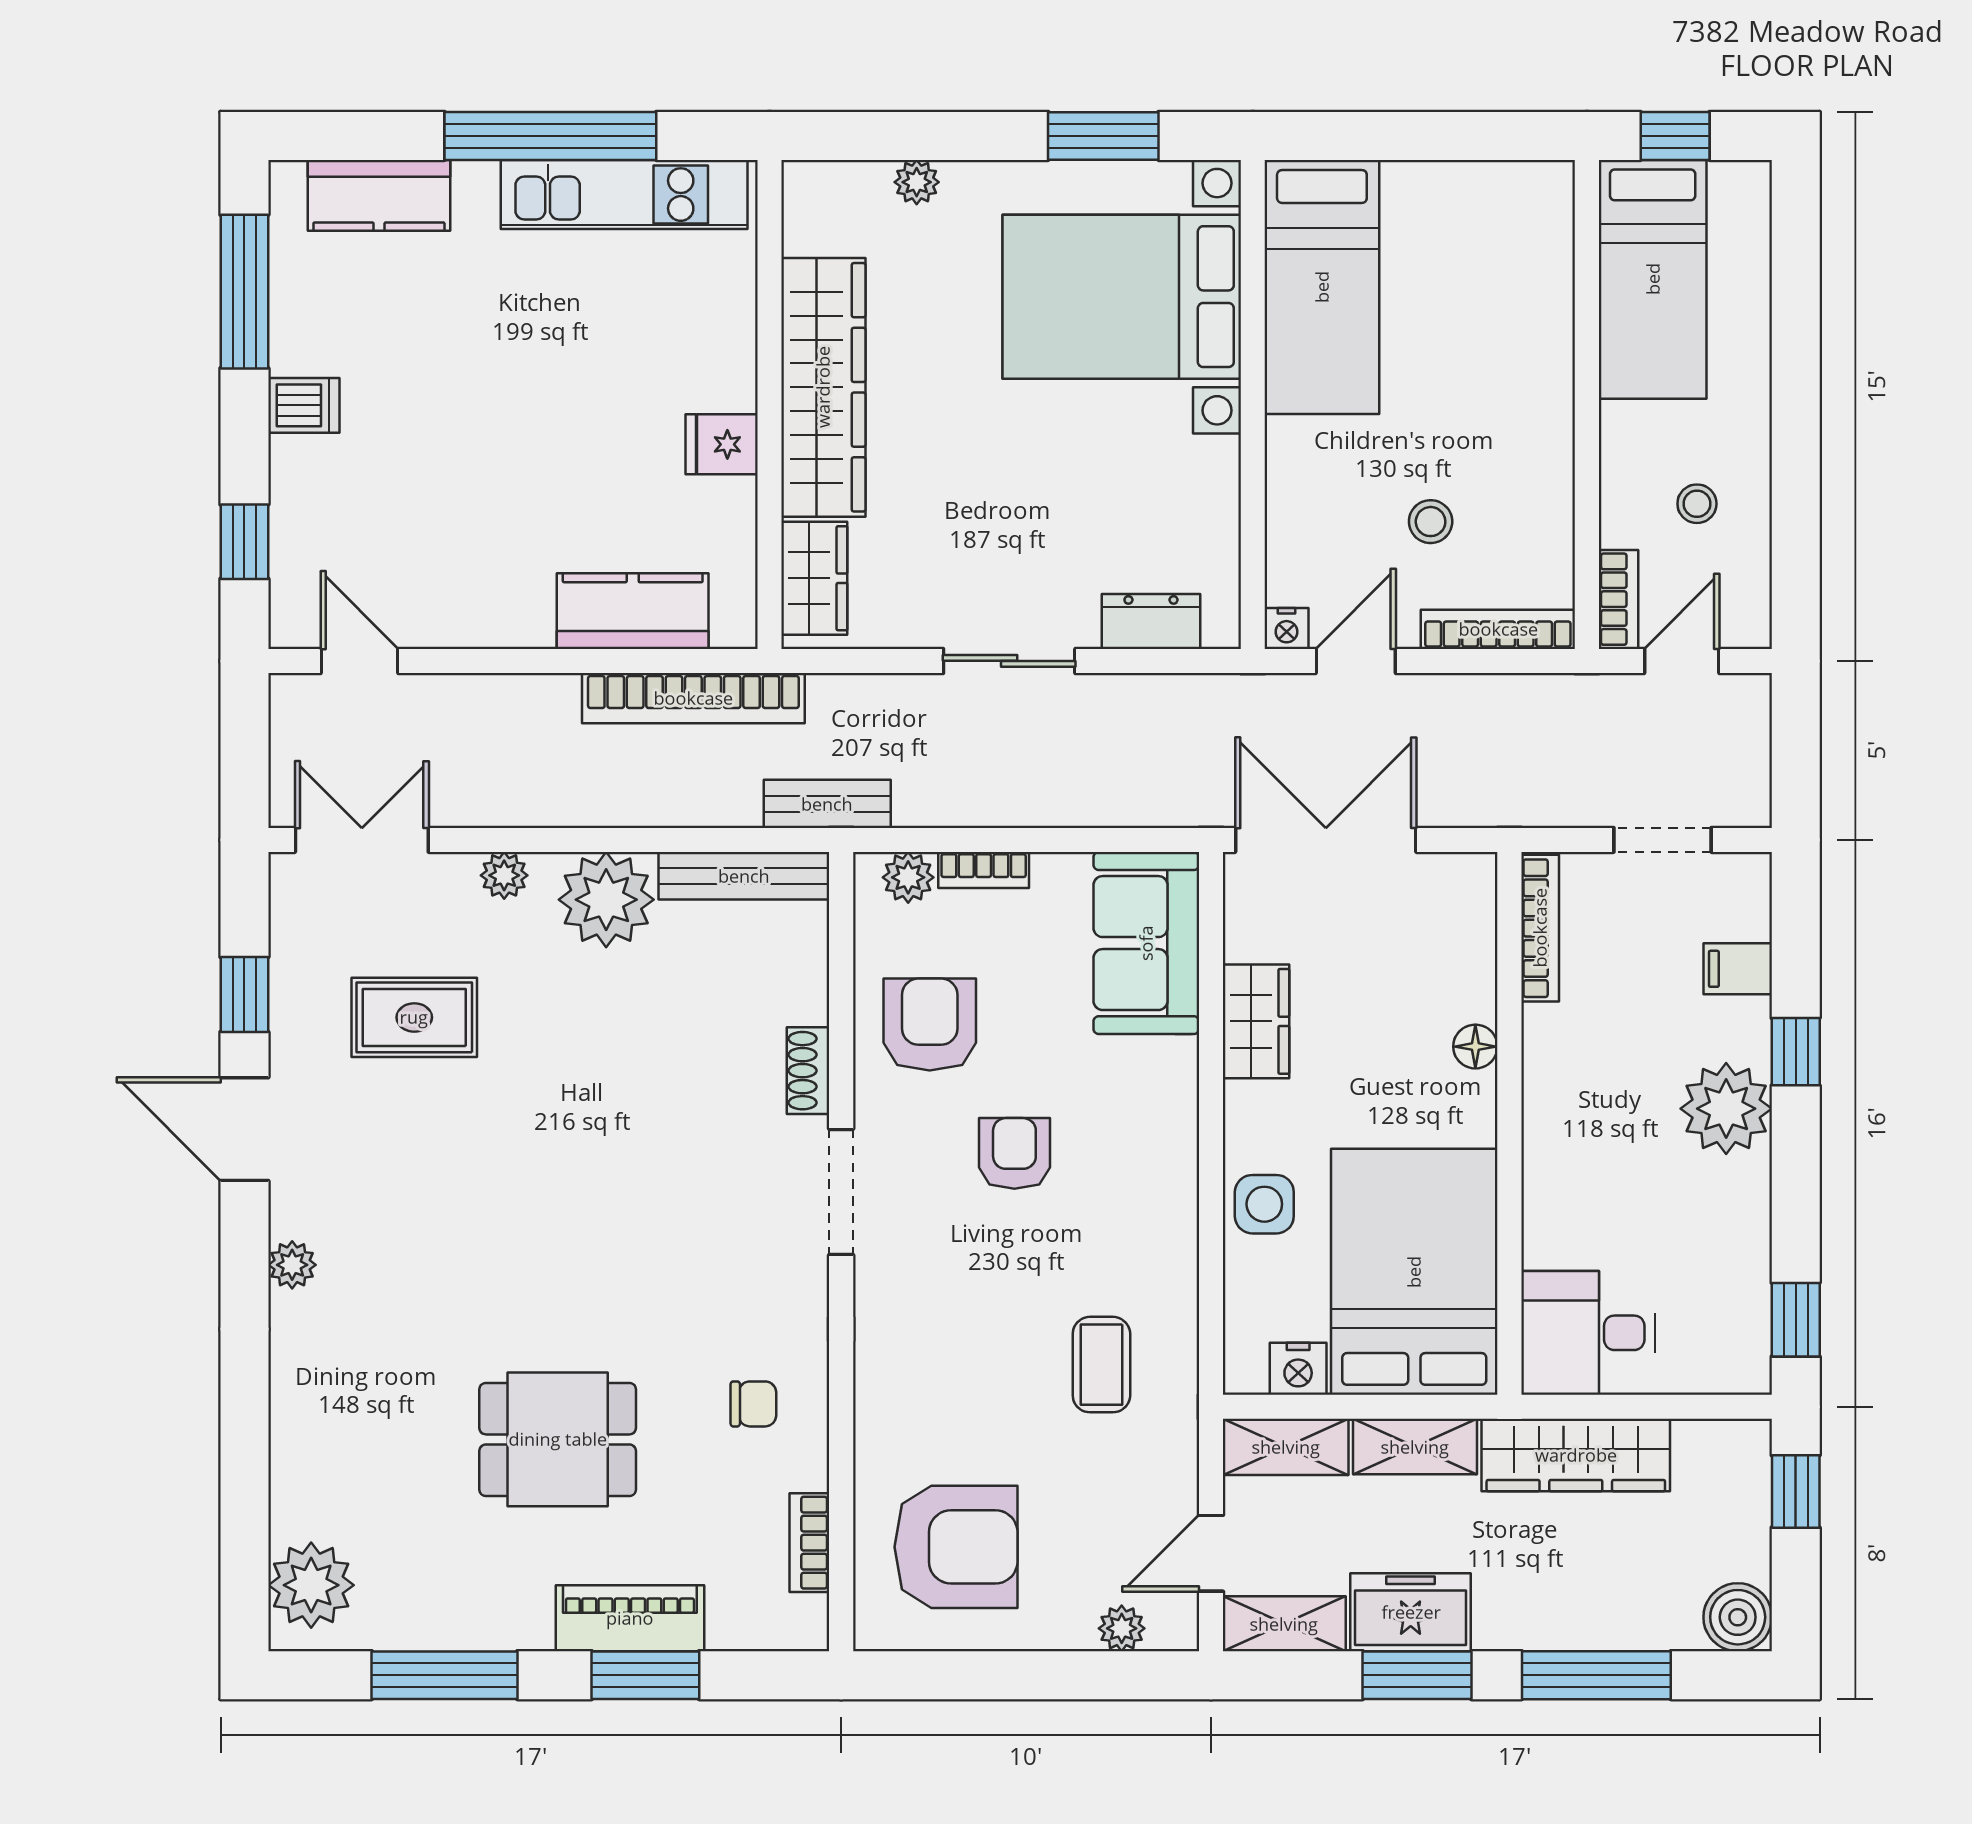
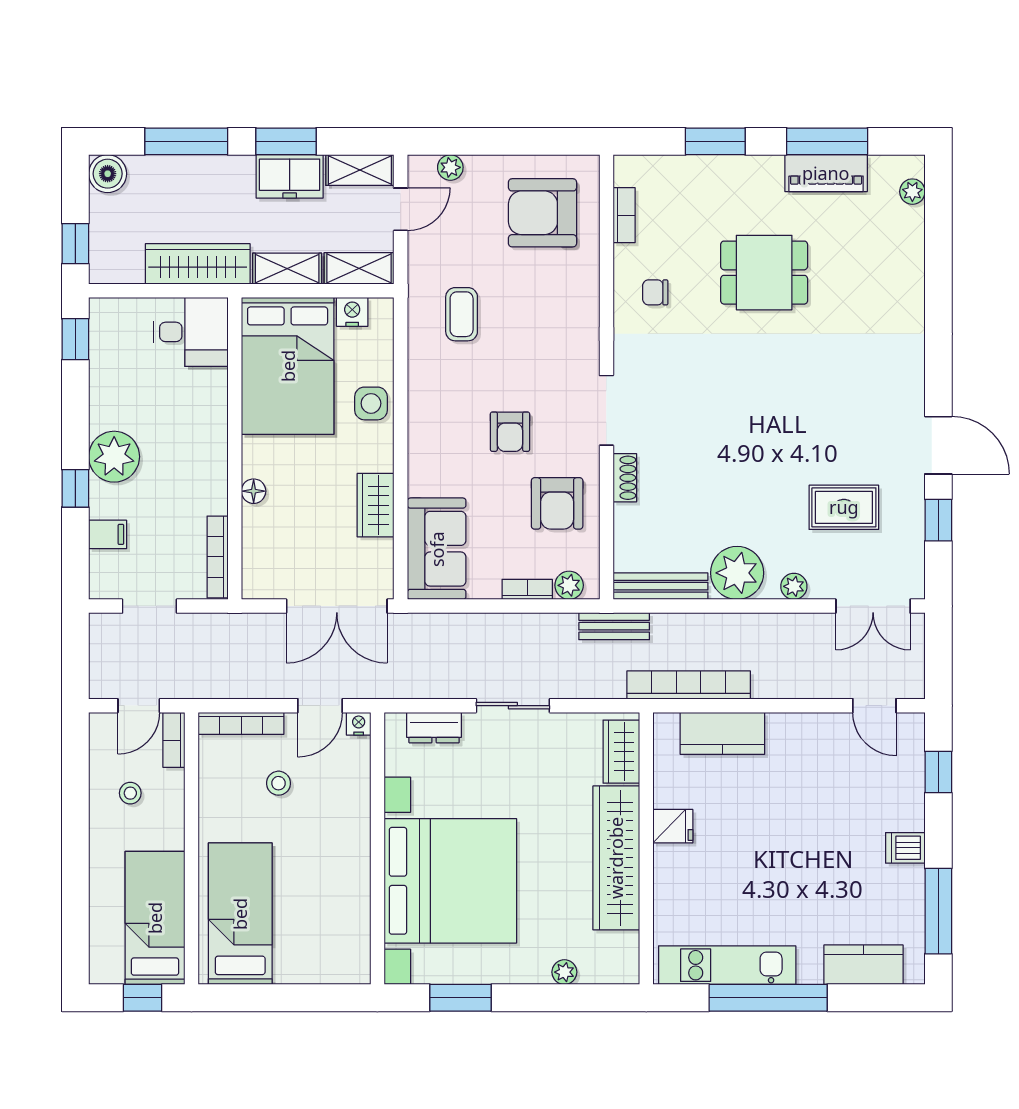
bed: (1322, 287) -> (240, 914), moved
bed with nightstands: (1122, 297) -> (450, 881), width x1.36
plant: (292, 1265) -> (912, 370), removed
plant: (311, 1585) -> (912, 192), width x0.53, depth x0.53
piano: (630, 1618) -> (826, 173), moved

